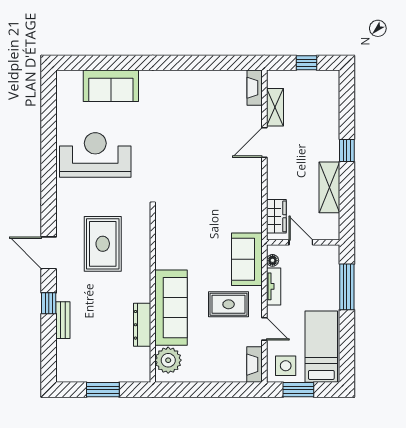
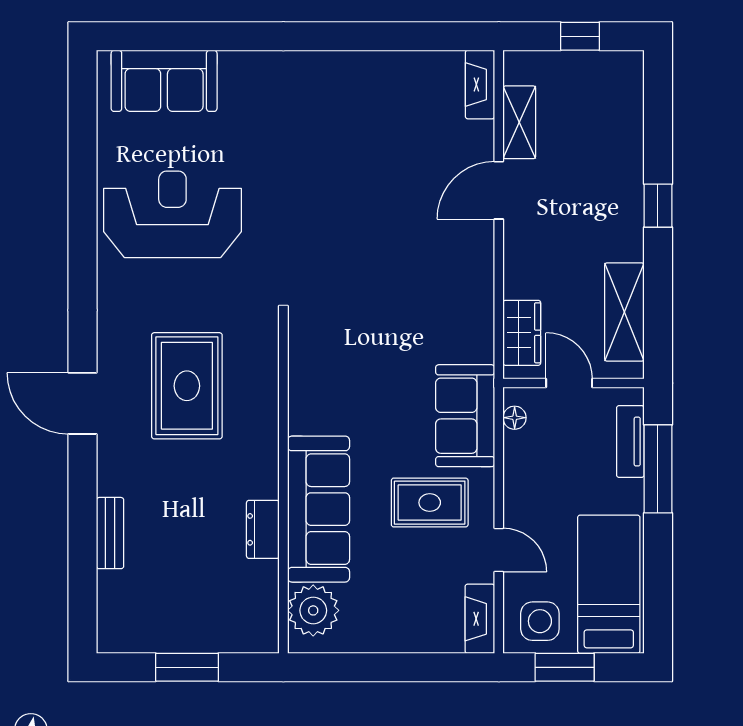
sofa: (111, 86) -> (164, 81), moved
shelving: (329, 187) -> (624, 312), moved
tv unit: (274, 286) -> (630, 442), moved, turned 180
window: (49, 303) -> (83, 500), removed
dresser: (142, 325) -> (263, 529), width x0.70

